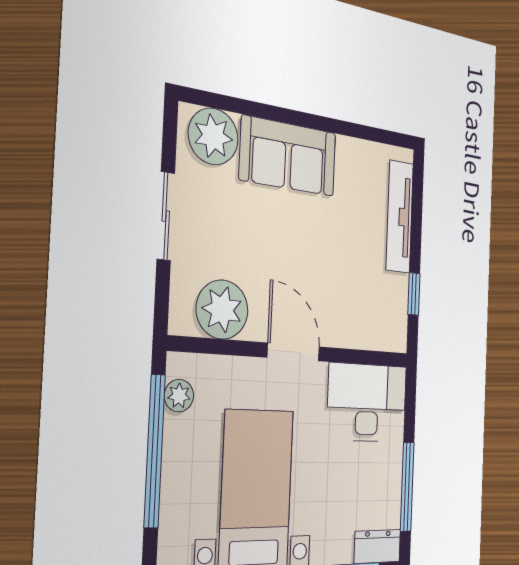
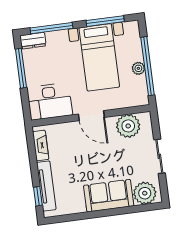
window: (414, 294) -> (38, 196), moved
fireplace: (397, 308) -> (41, 145), added
plant: (179, 396) -> (138, 68), moved

